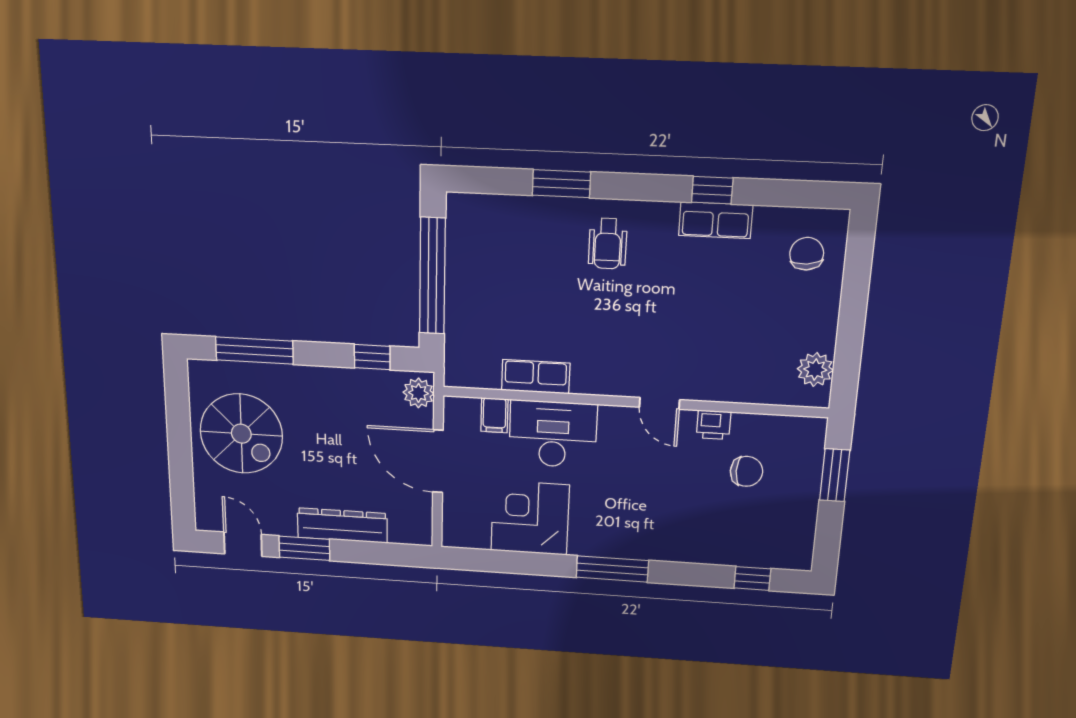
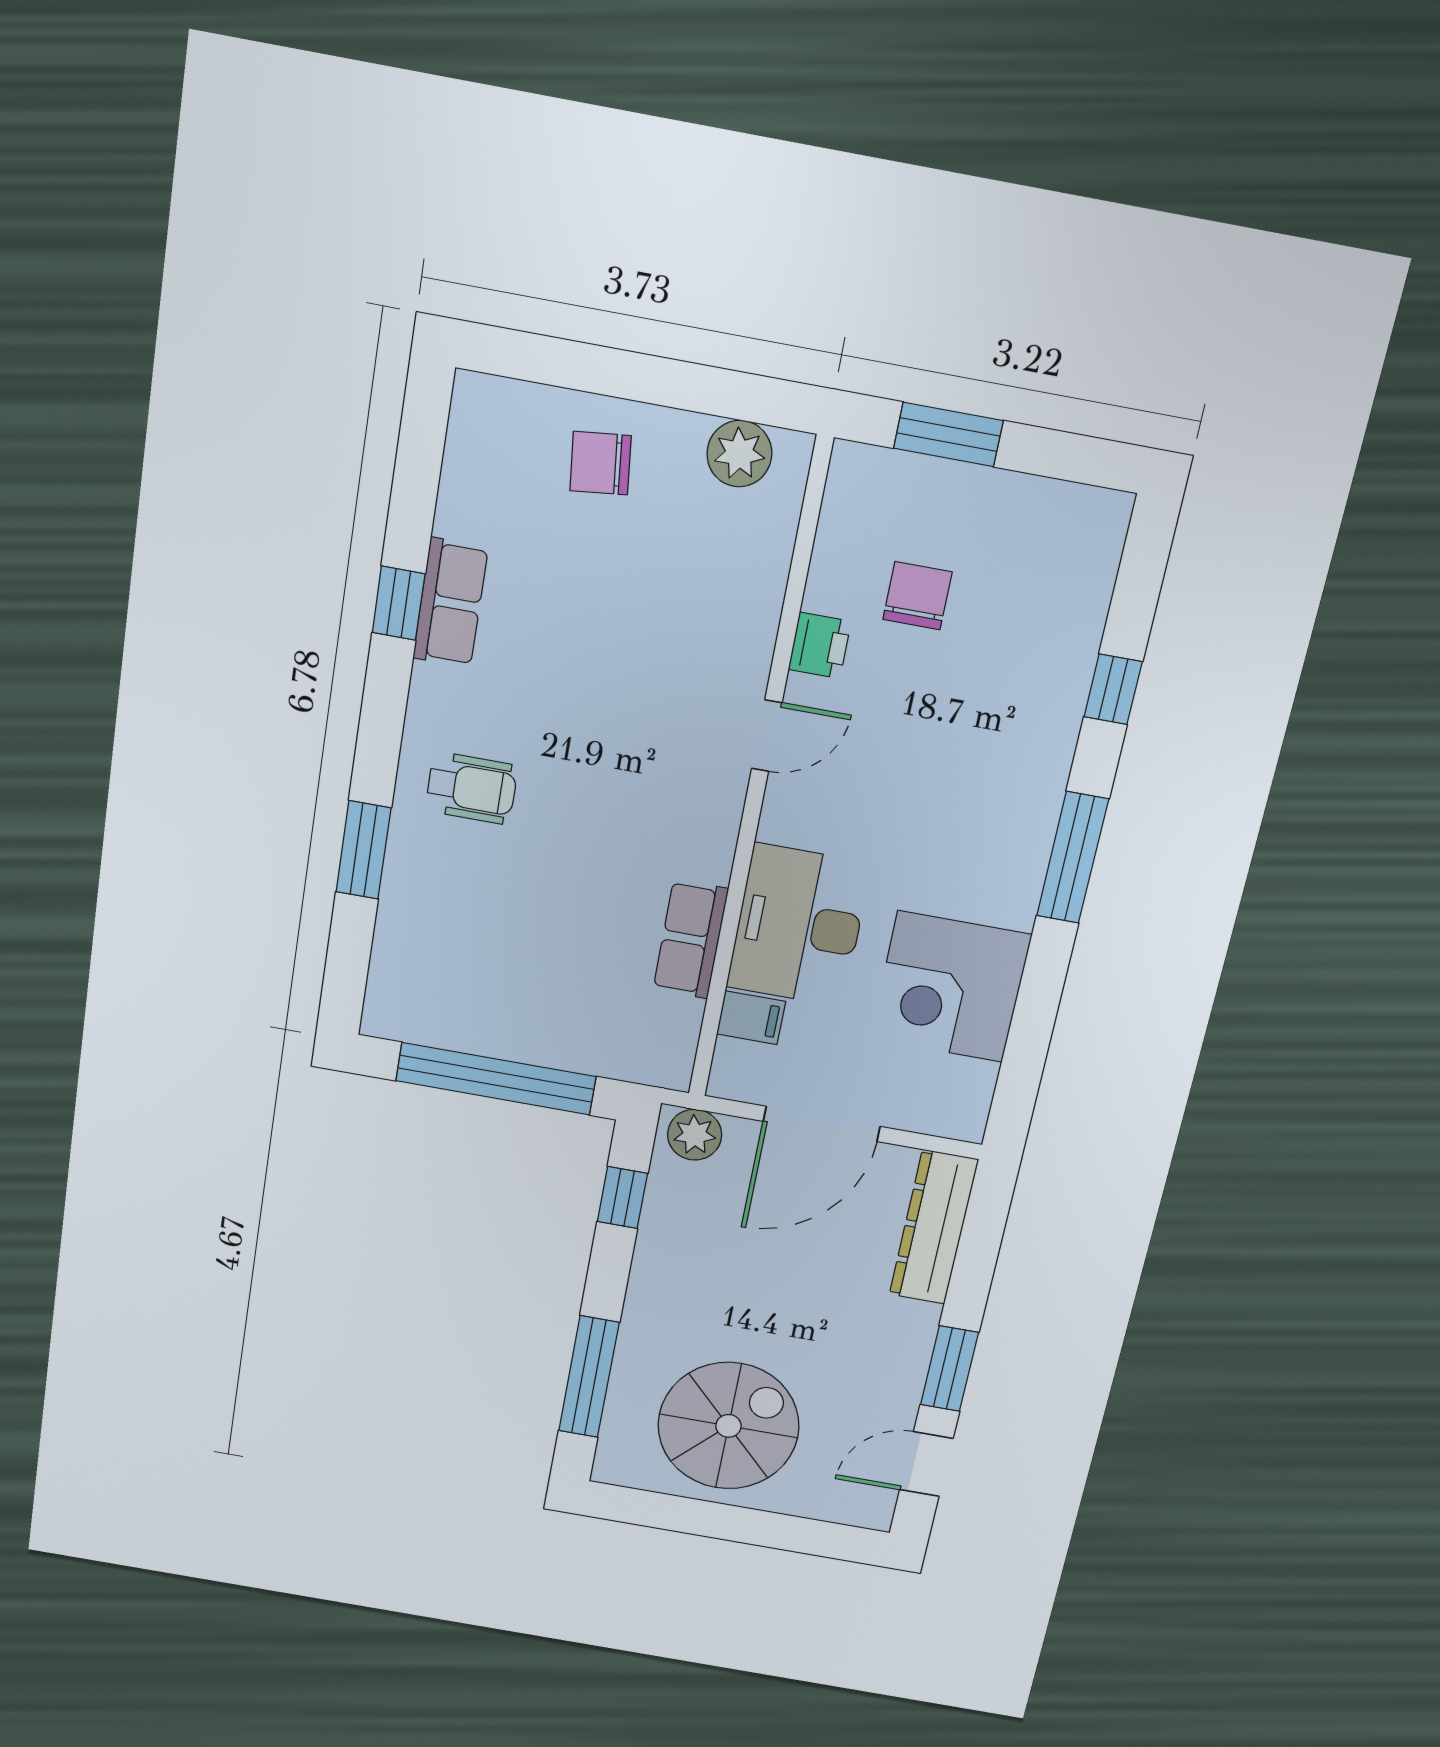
chair: (807, 254) -> (600, 463), moved
dresser: (342, 526) -> (934, 1227), moved
window: (752, 578) -> (1113, 689), moved

